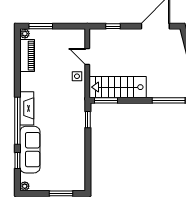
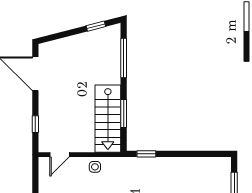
door: (87, 57) -> (59, 155), moved
window: (106, 100) -> (124, 113), moved

